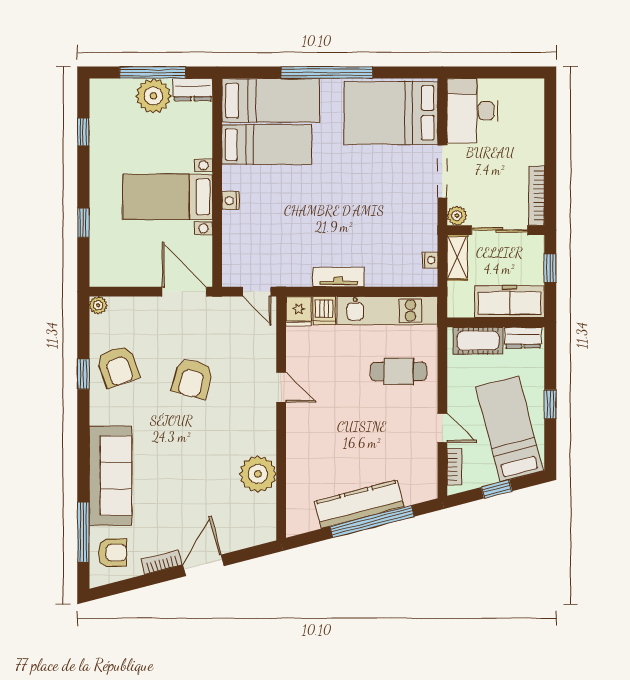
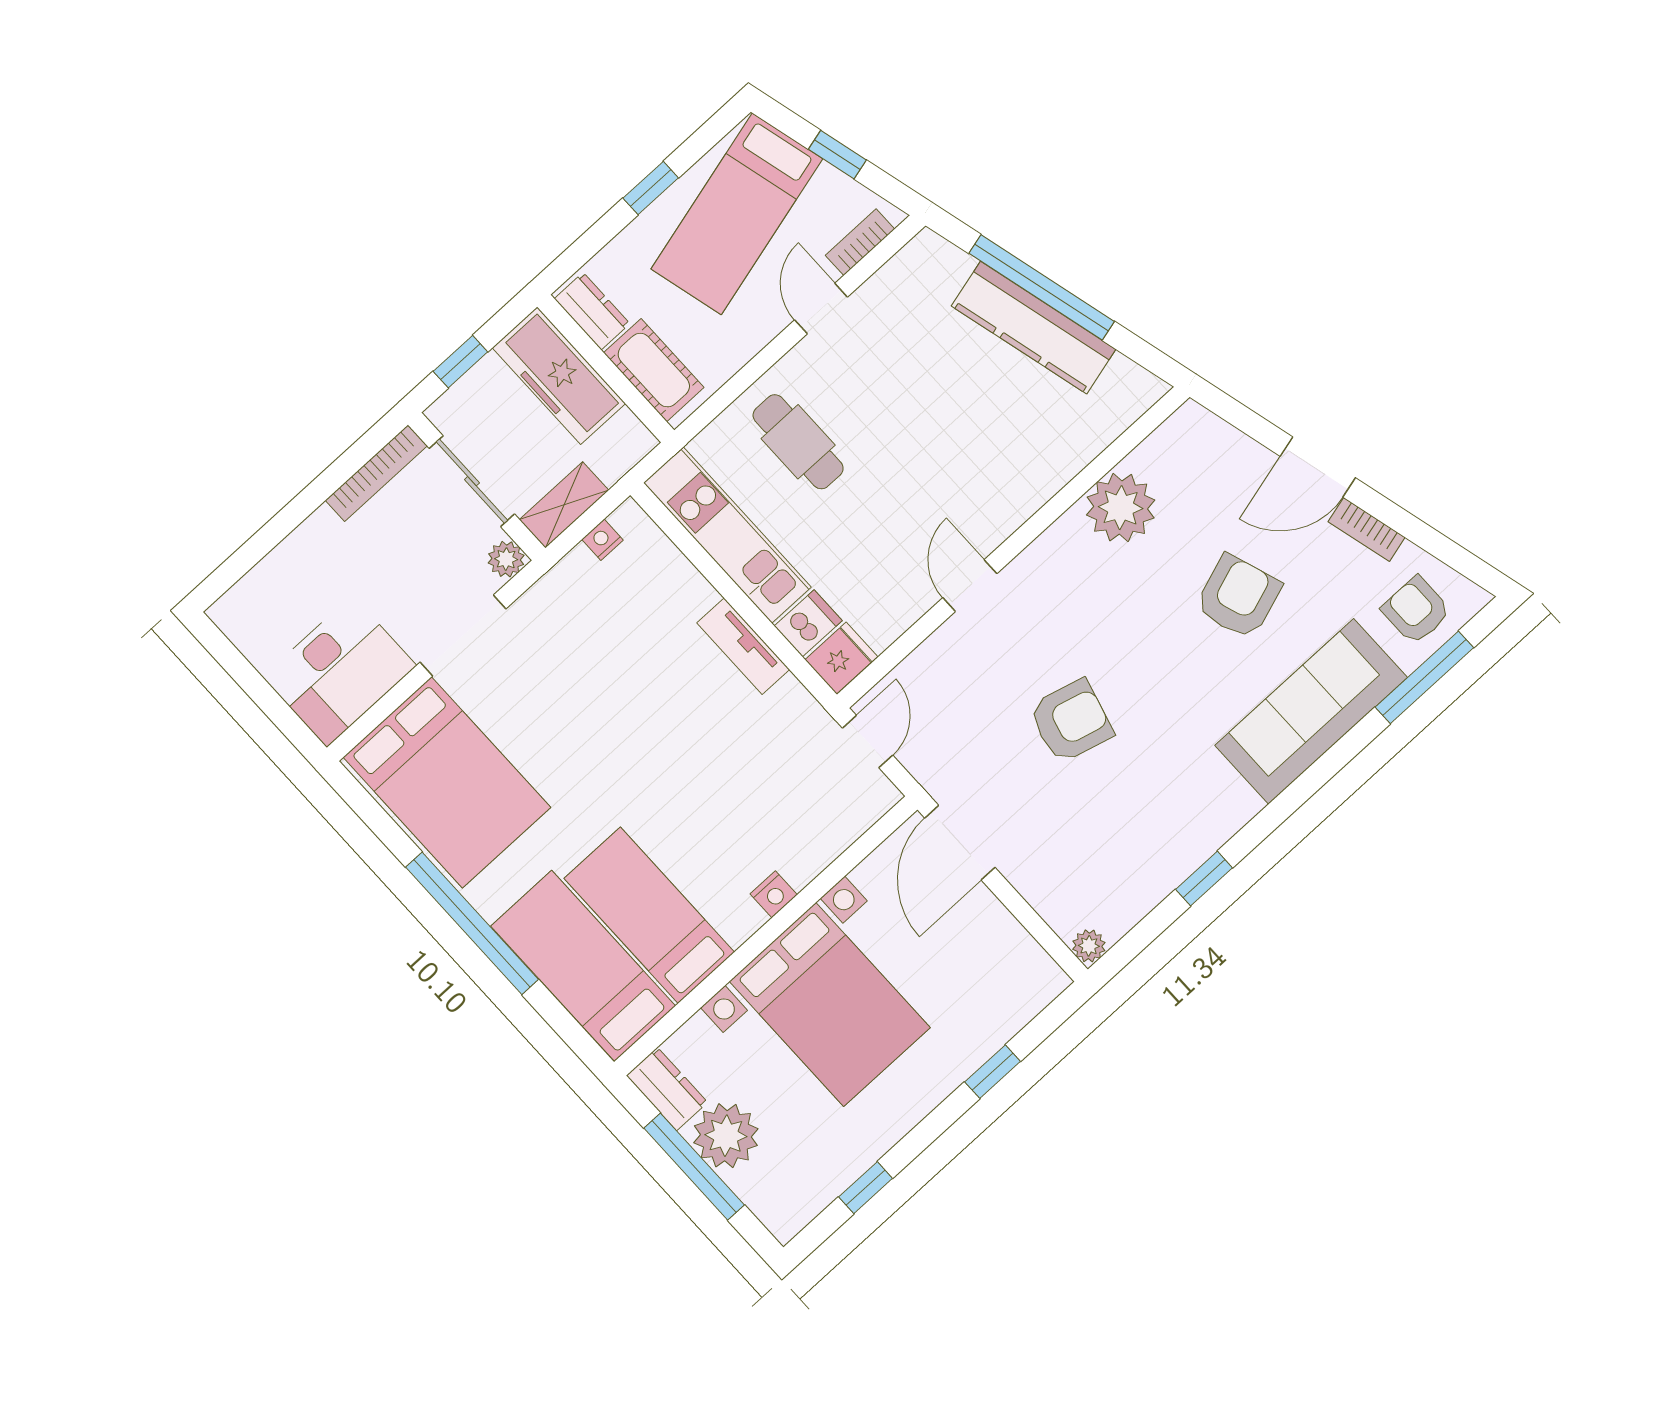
bed with nightstands: (168, 197) -> (830, 1004), width x1.36
armchair: (118, 366) -> (1238, 597), moved

